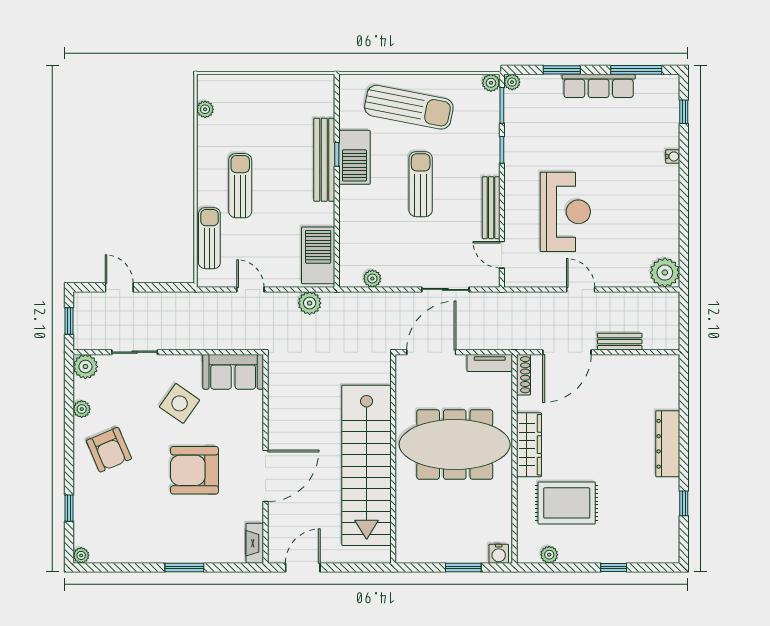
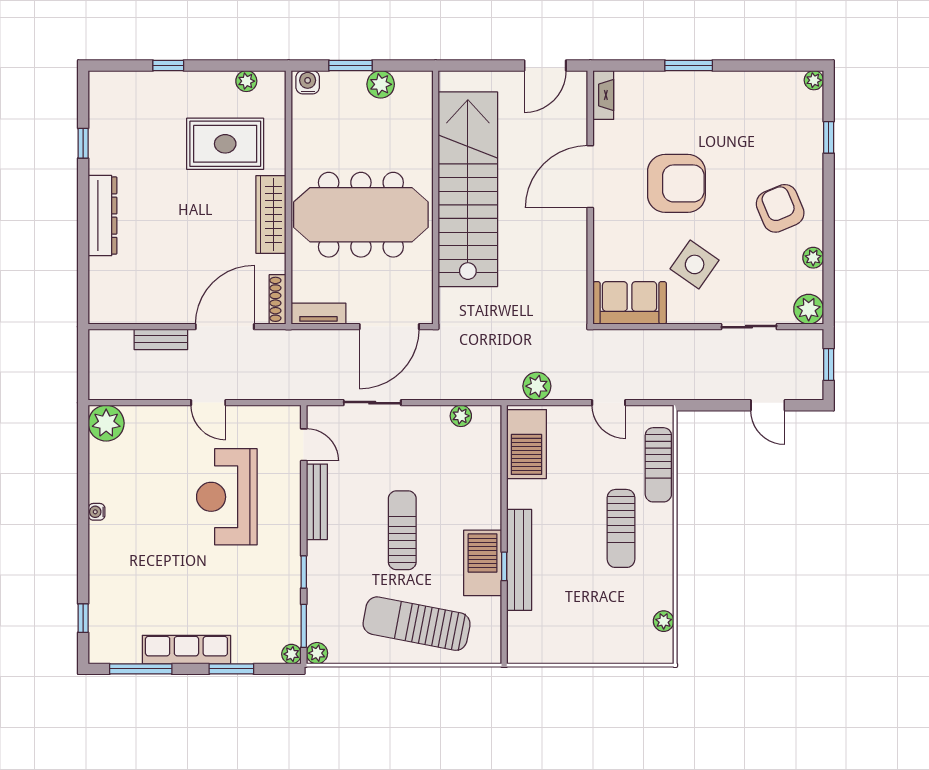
water cooler: (673, 156) -> (97, 512), moved
sun lounger: (421, 184) -> (402, 530), turned 180
plant: (438, 552) -> (381, 84), added

